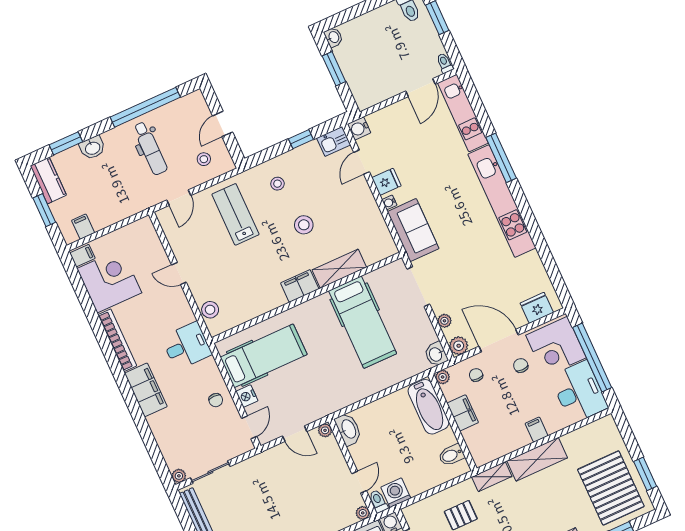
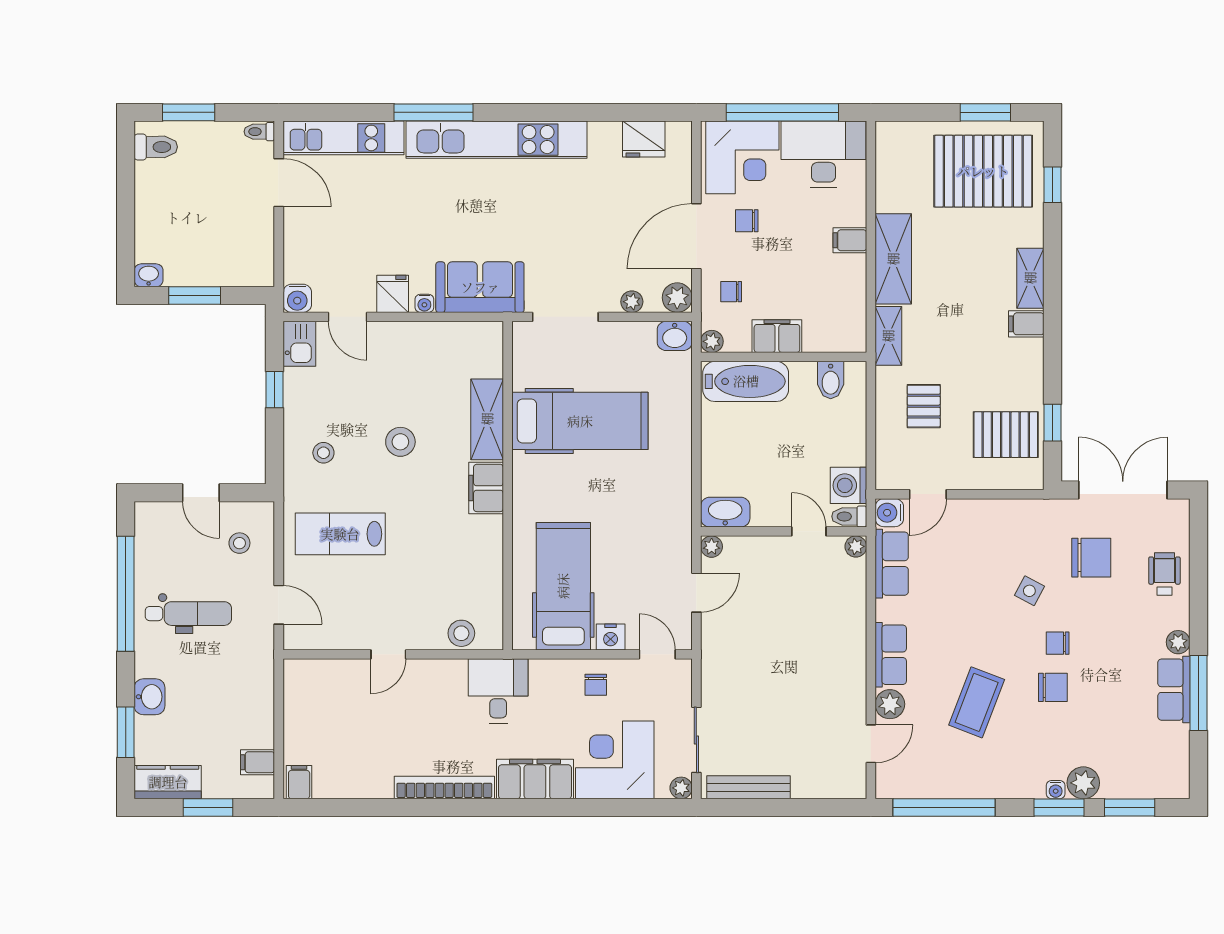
corner desk: (109, 281) -> (615, 760), moved
fridge: (537, 308) -> (644, 139), moved, turned -90
chair: (216, 400) -> (596, 685), turned 90

